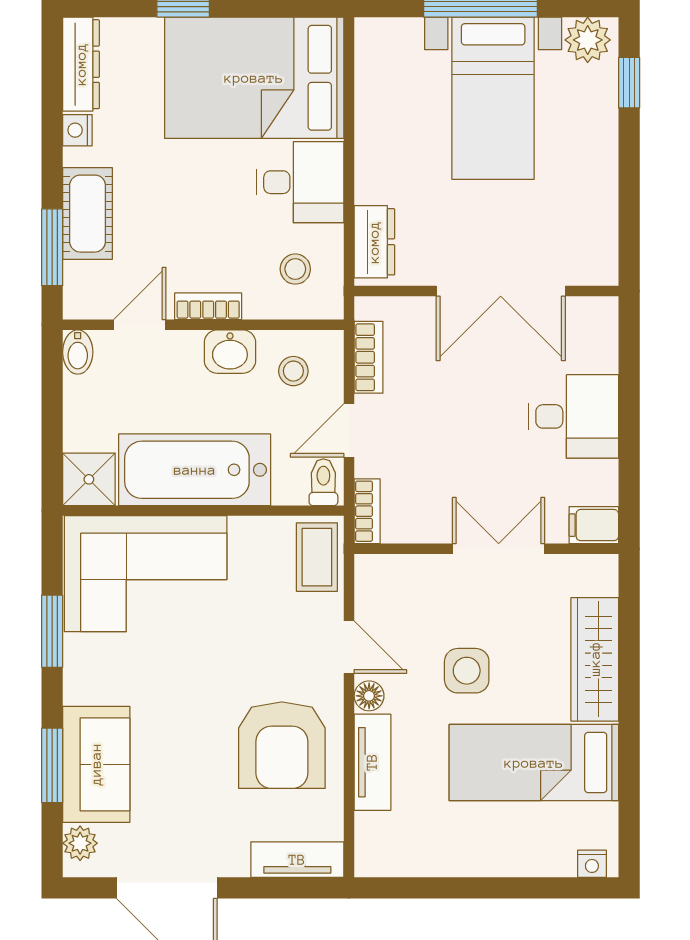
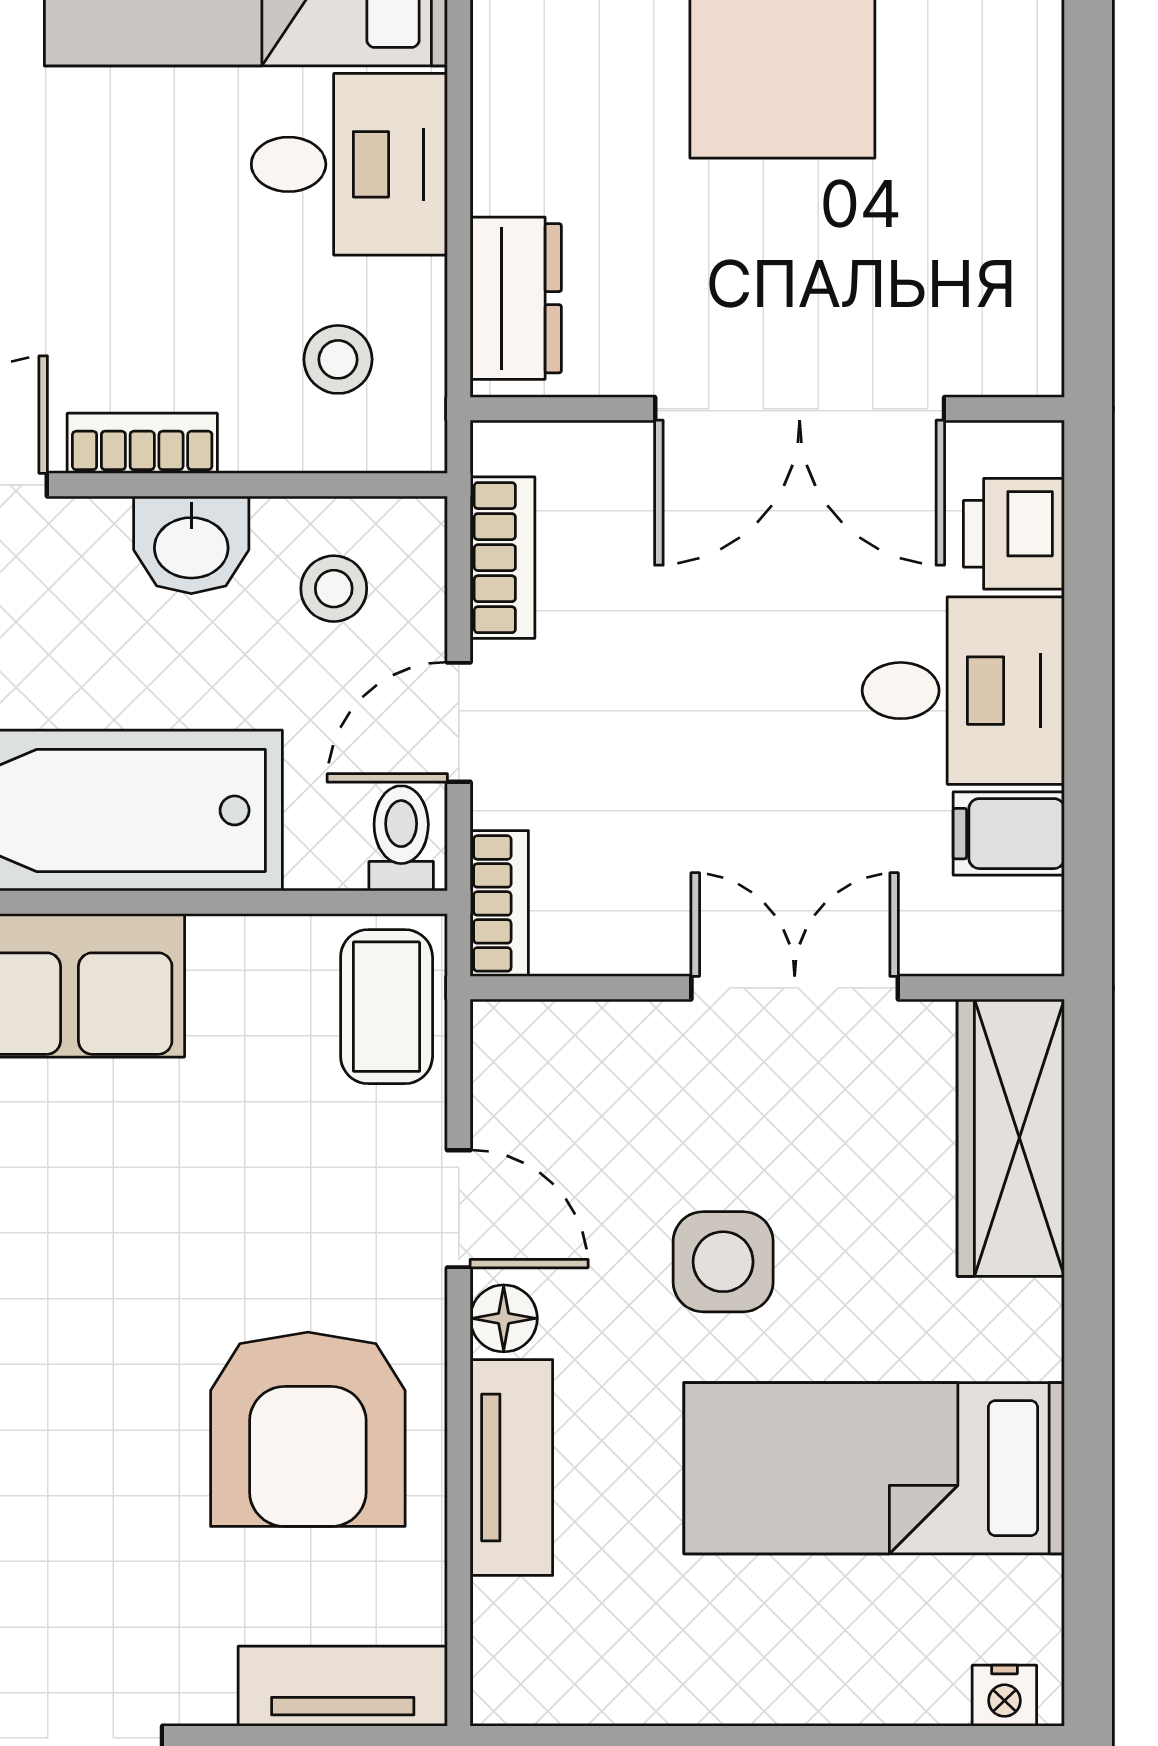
printer: (596, 347) -> (1014, 534), added
filing cabinet: (594, 525) -> (1009, 834), moved
wardrobe: (595, 659) -> (1011, 1138), moved

